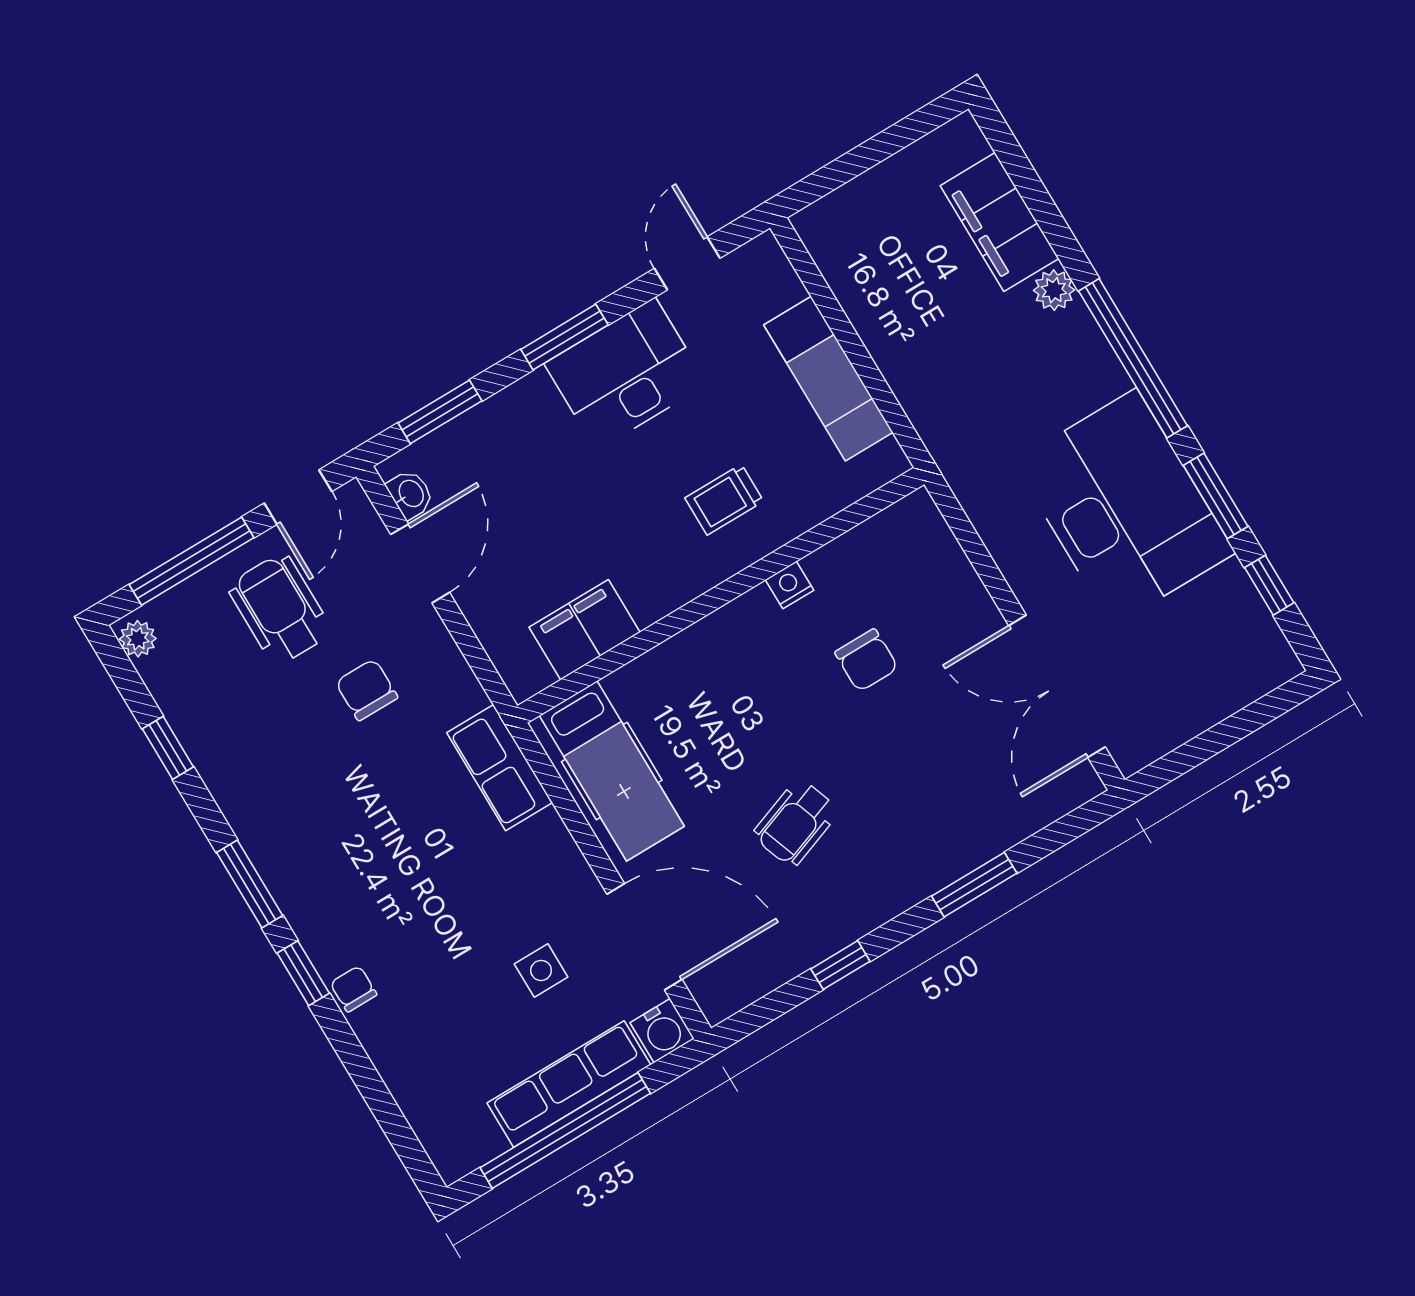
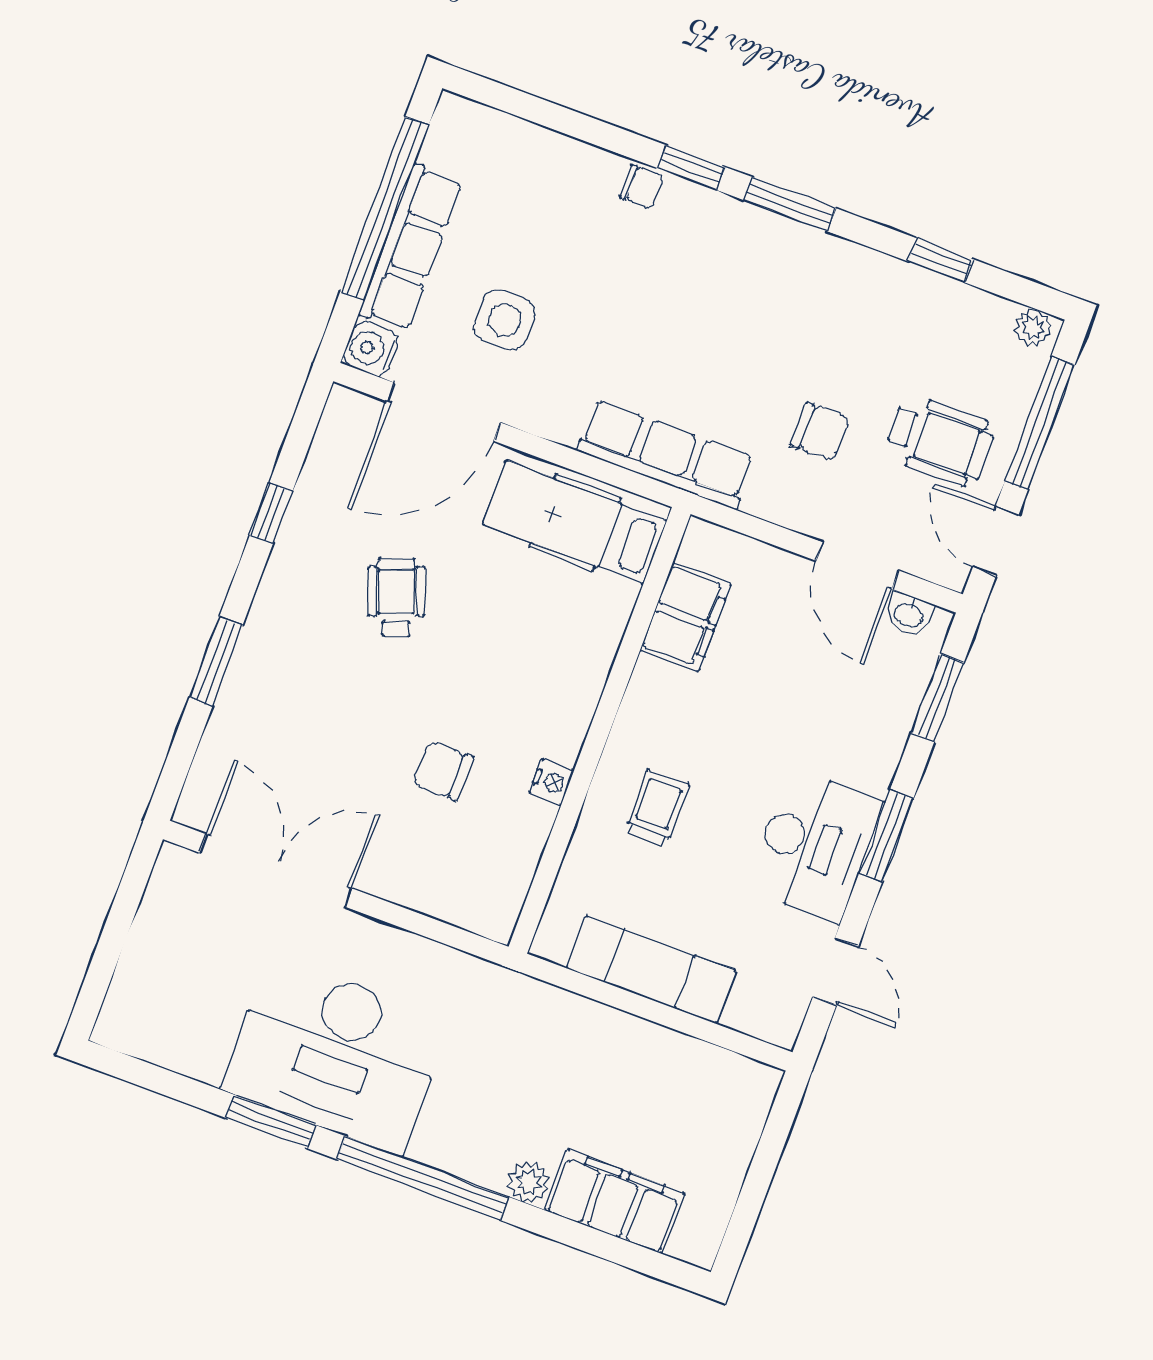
window: (1269, 585) -> (172, 1085), removed
row of seats: (500, 768) -> (666, 454), width x1.48
side table: (541, 970) -> (505, 320), width x1.37, depth x1.37

